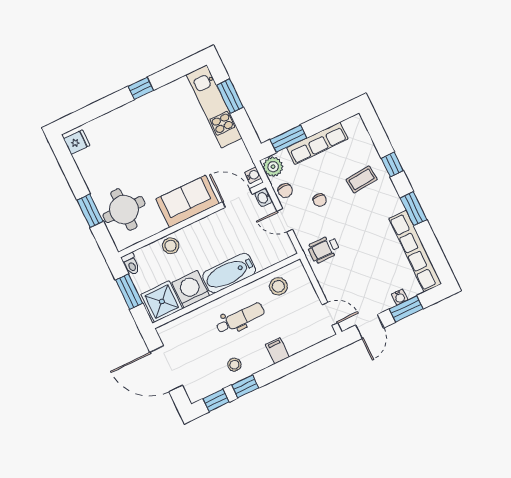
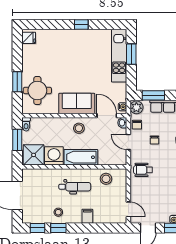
stool: (171, 246) -> (79, 128), moved

